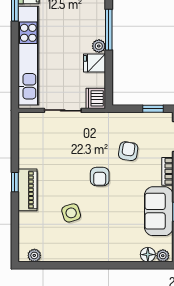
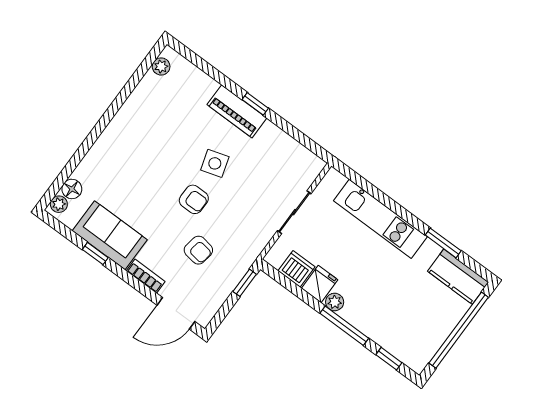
kitchen unit: (28, 56) -> (380, 219), width x0.73
dishwasher: (96, 98) -> (296, 269), moved
window: (153, 109) -> (245, 283), moved
armchair: (100, 177) -> (194, 199), turned 180
side table: (71, 213) -> (215, 163), moved

